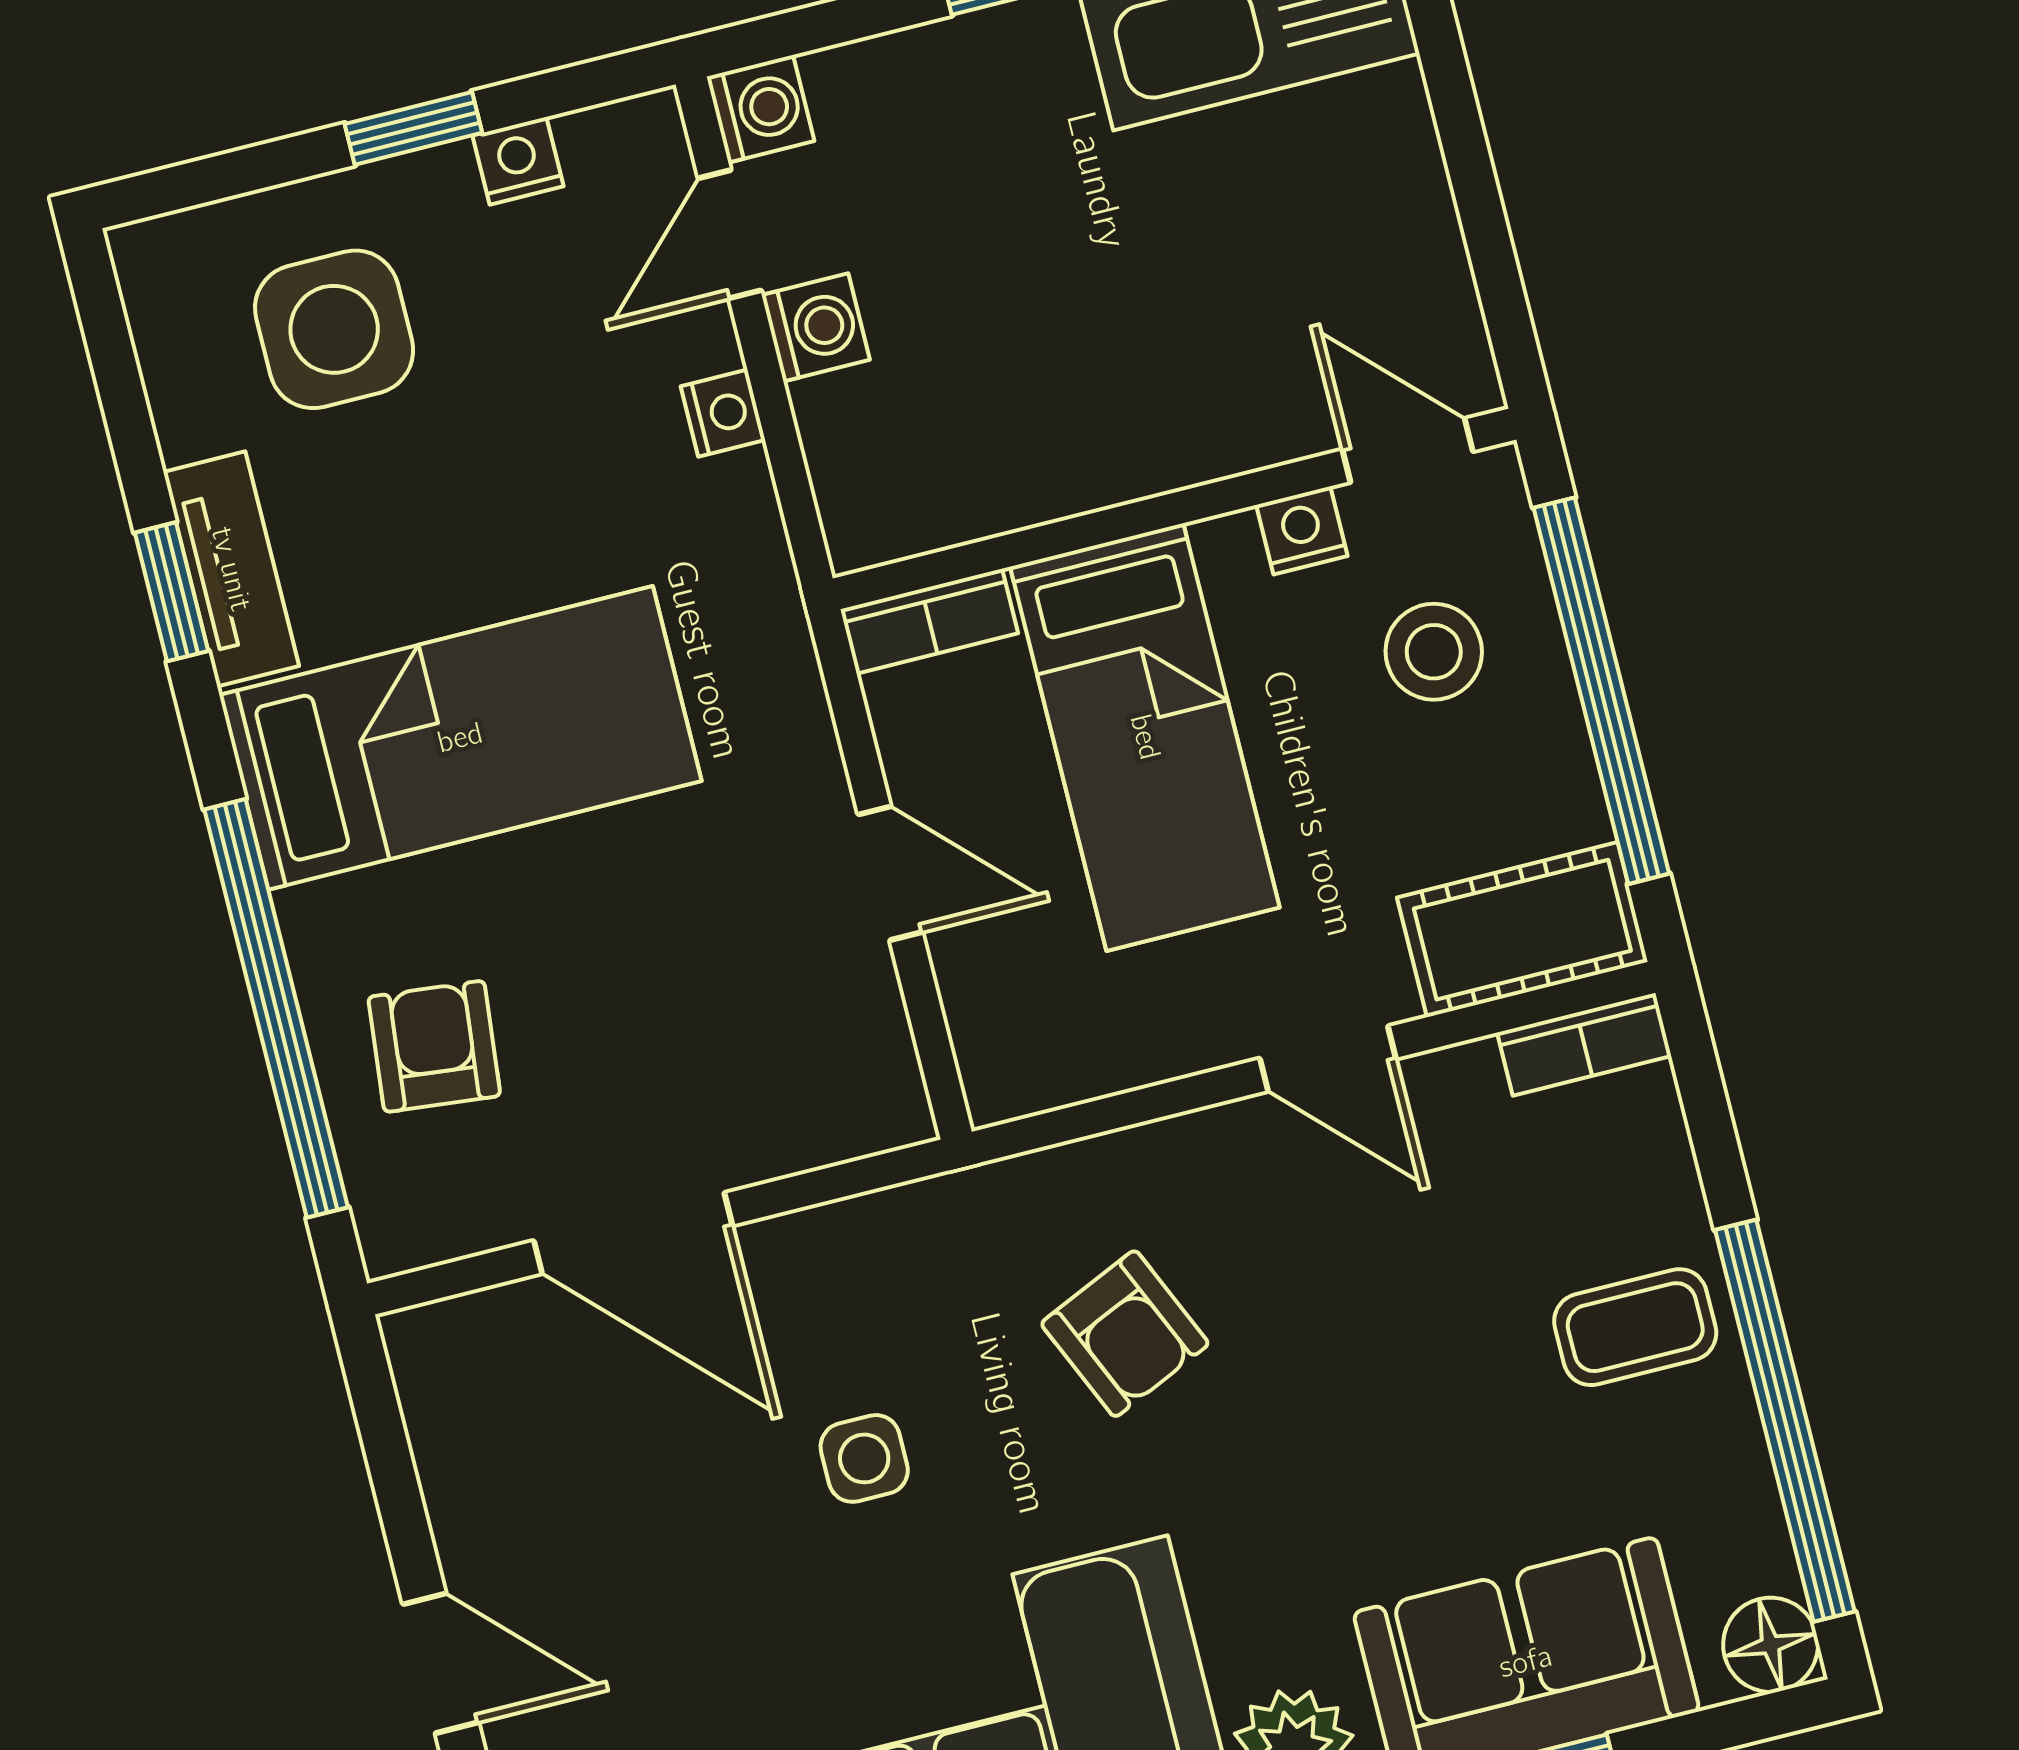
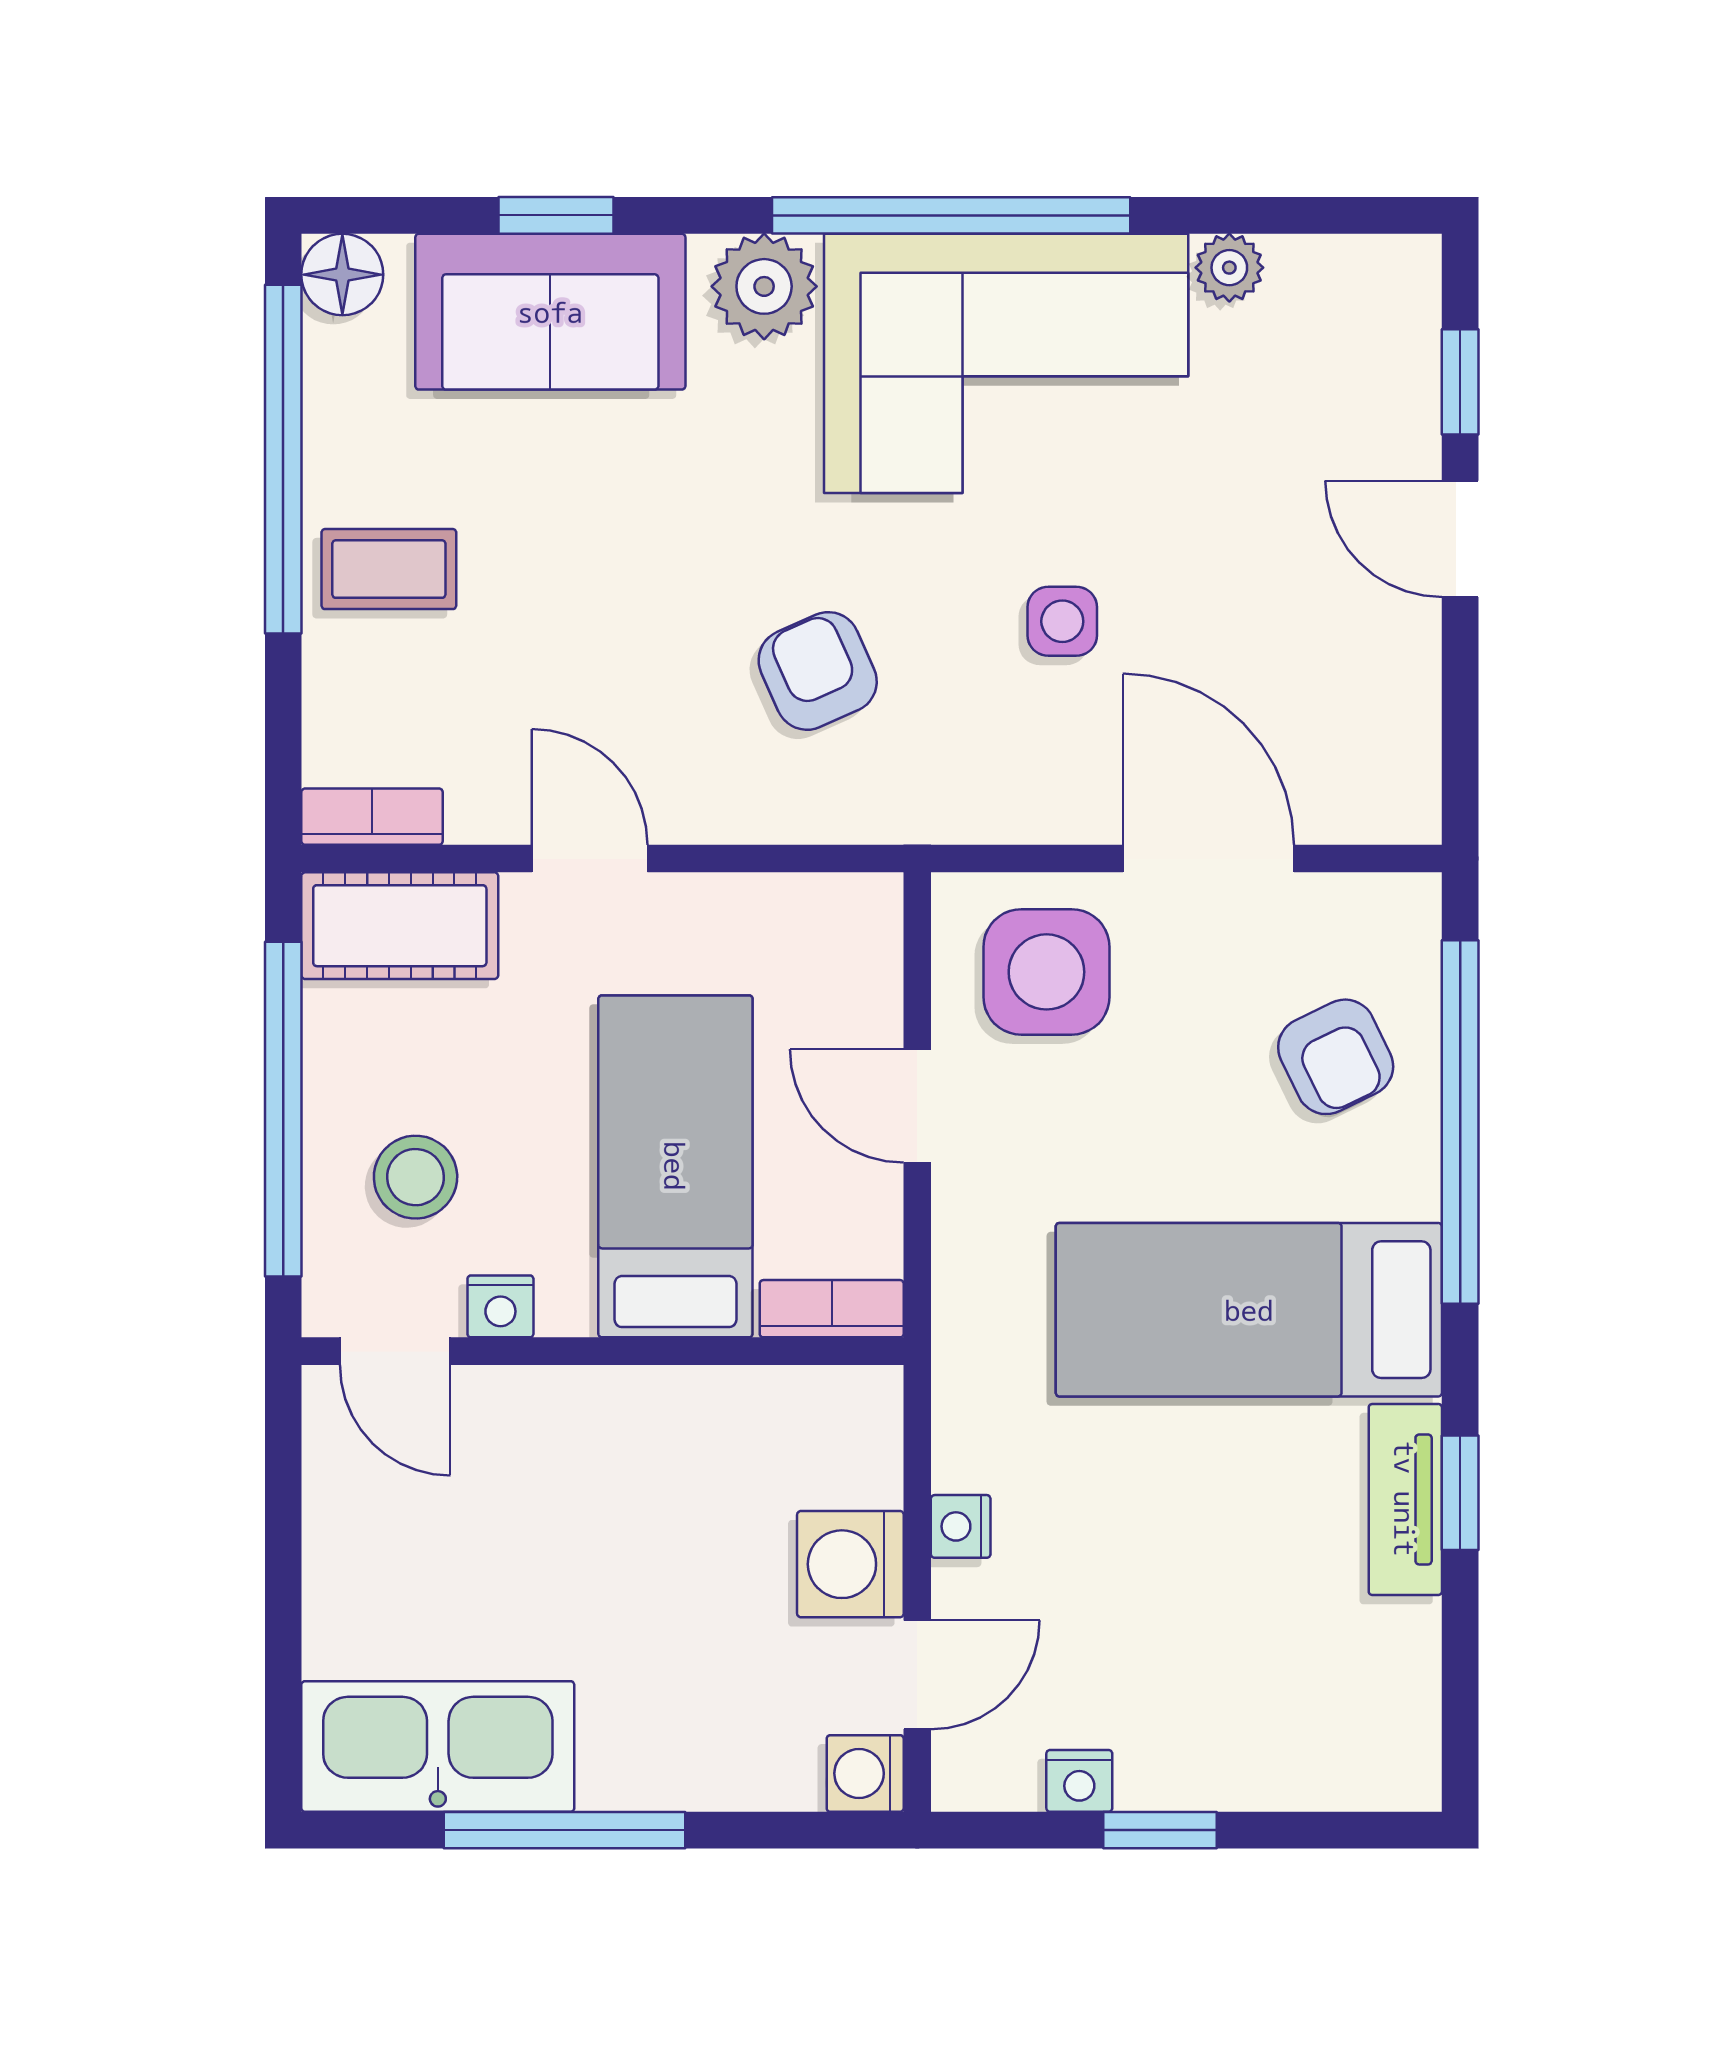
washing machine: (816, 327) -> (850, 1564), width x1.38, depth x1.38
side table: (334, 329) -> (1046, 972), moved
armchair: (434, 1046) -> (1336, 1057), turned -32

